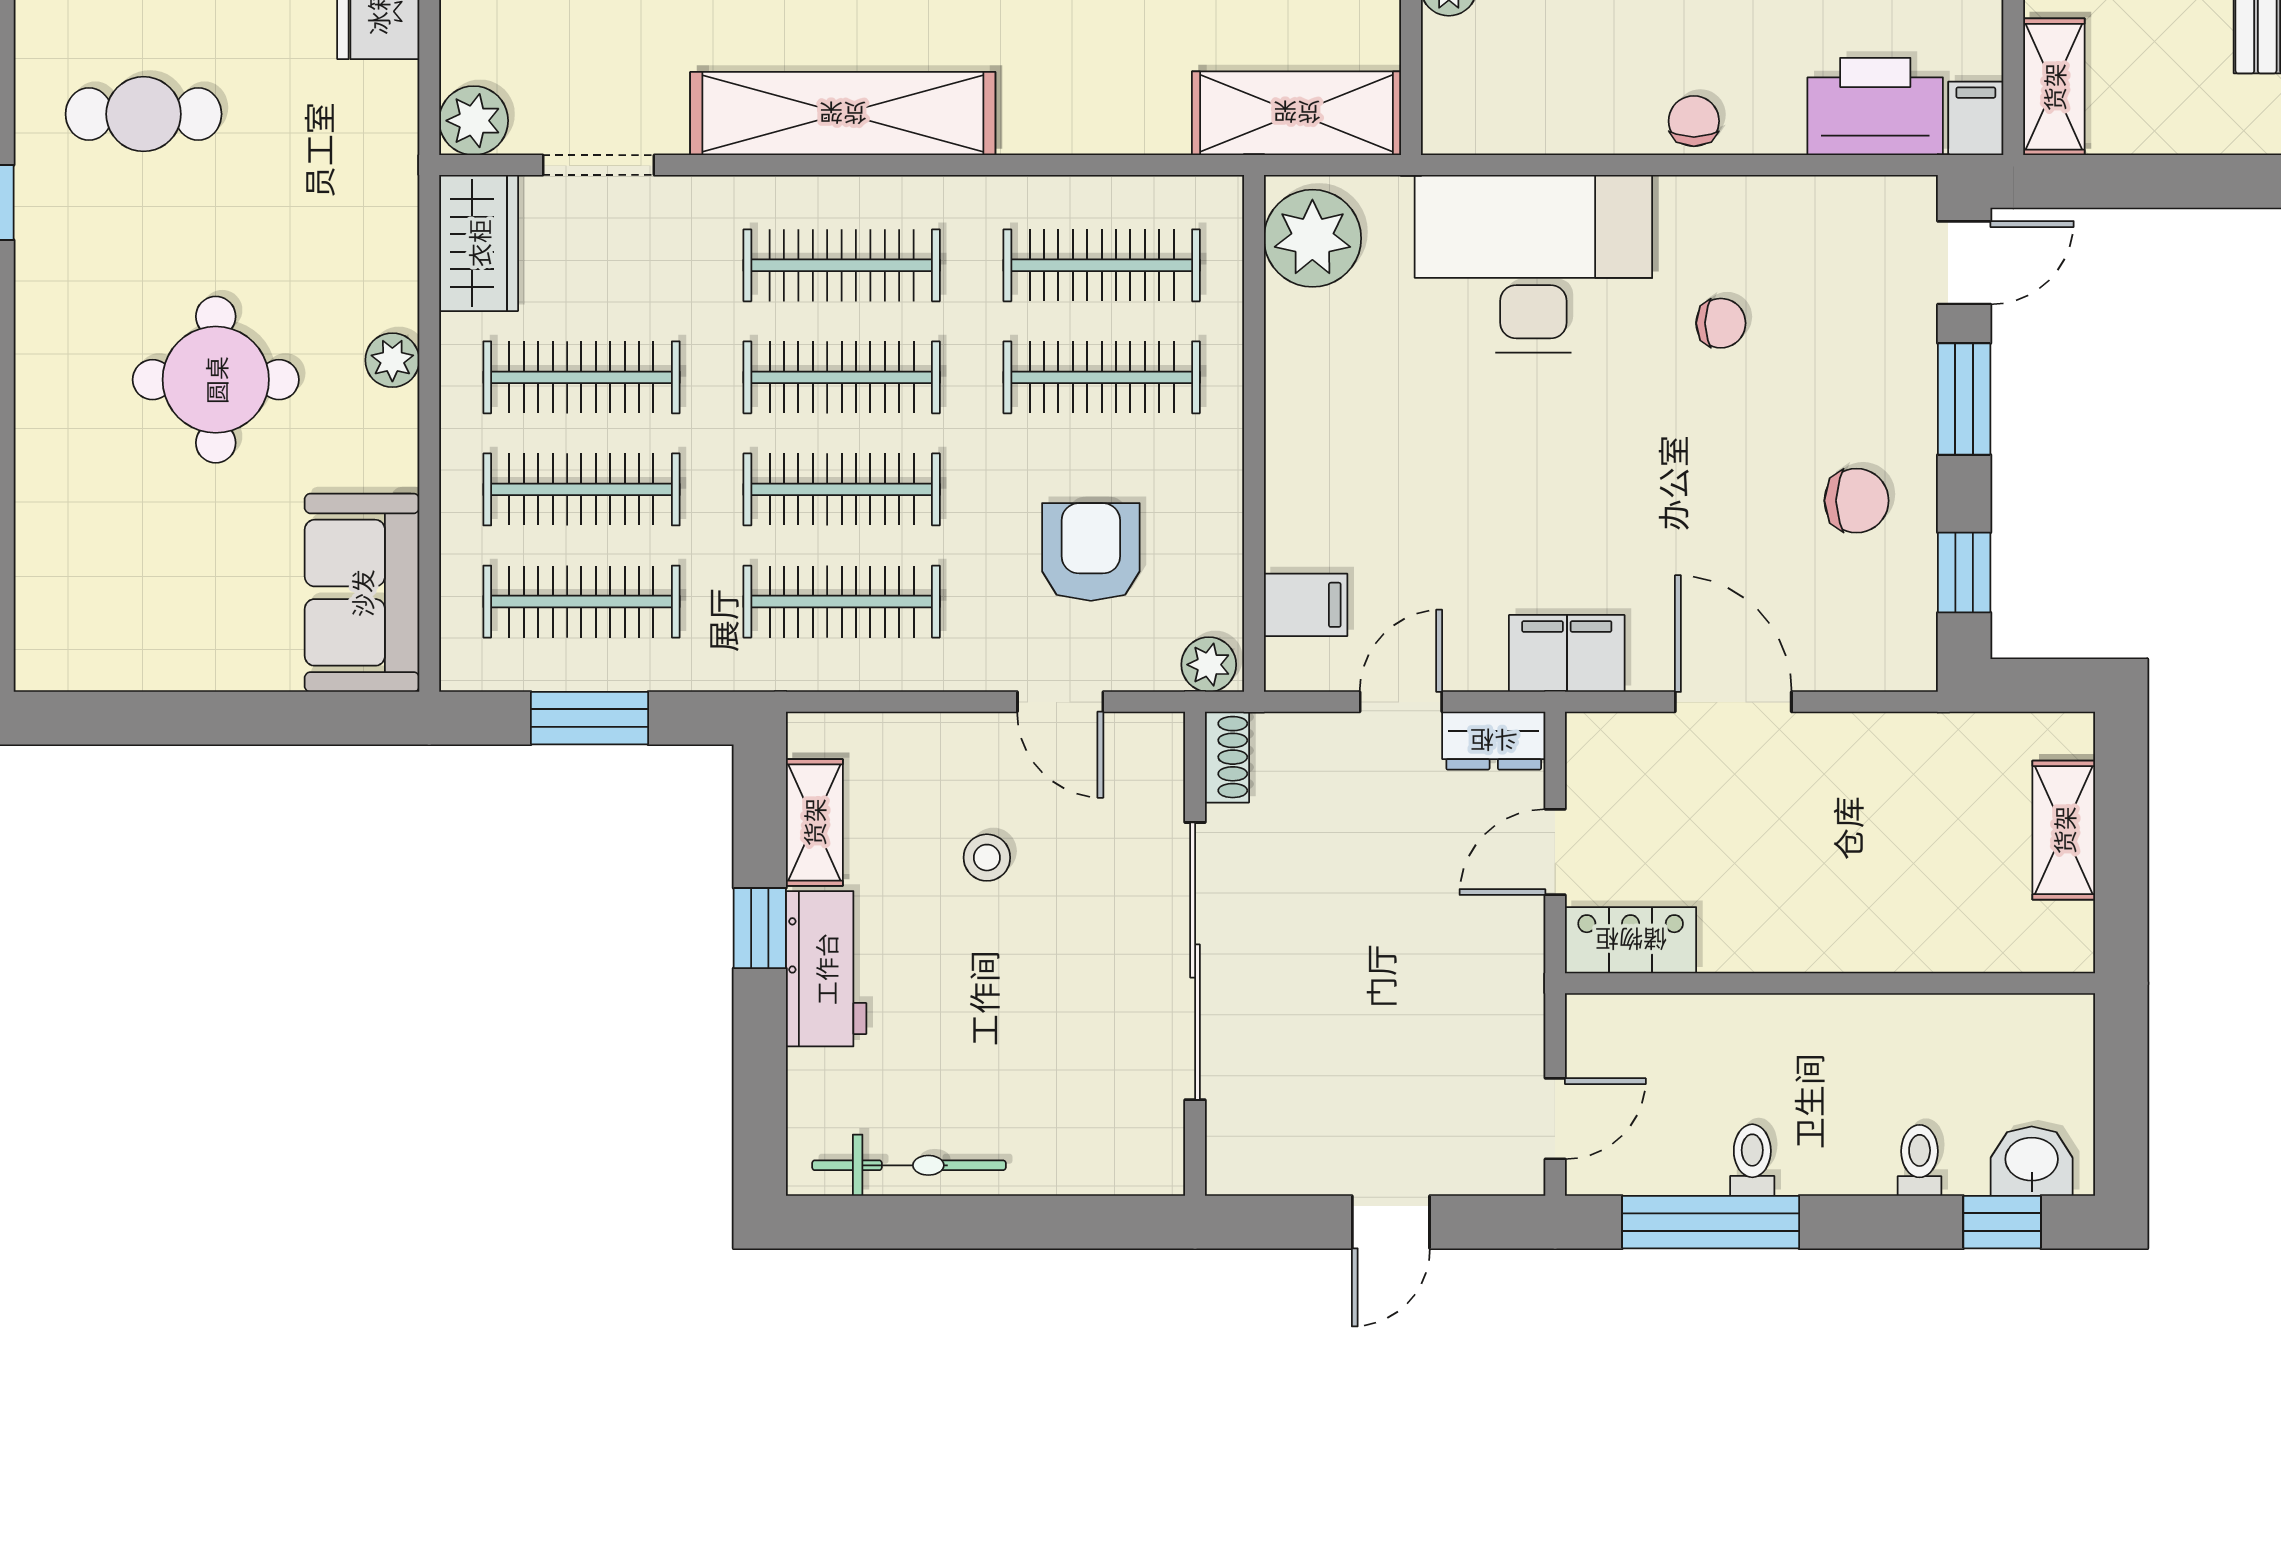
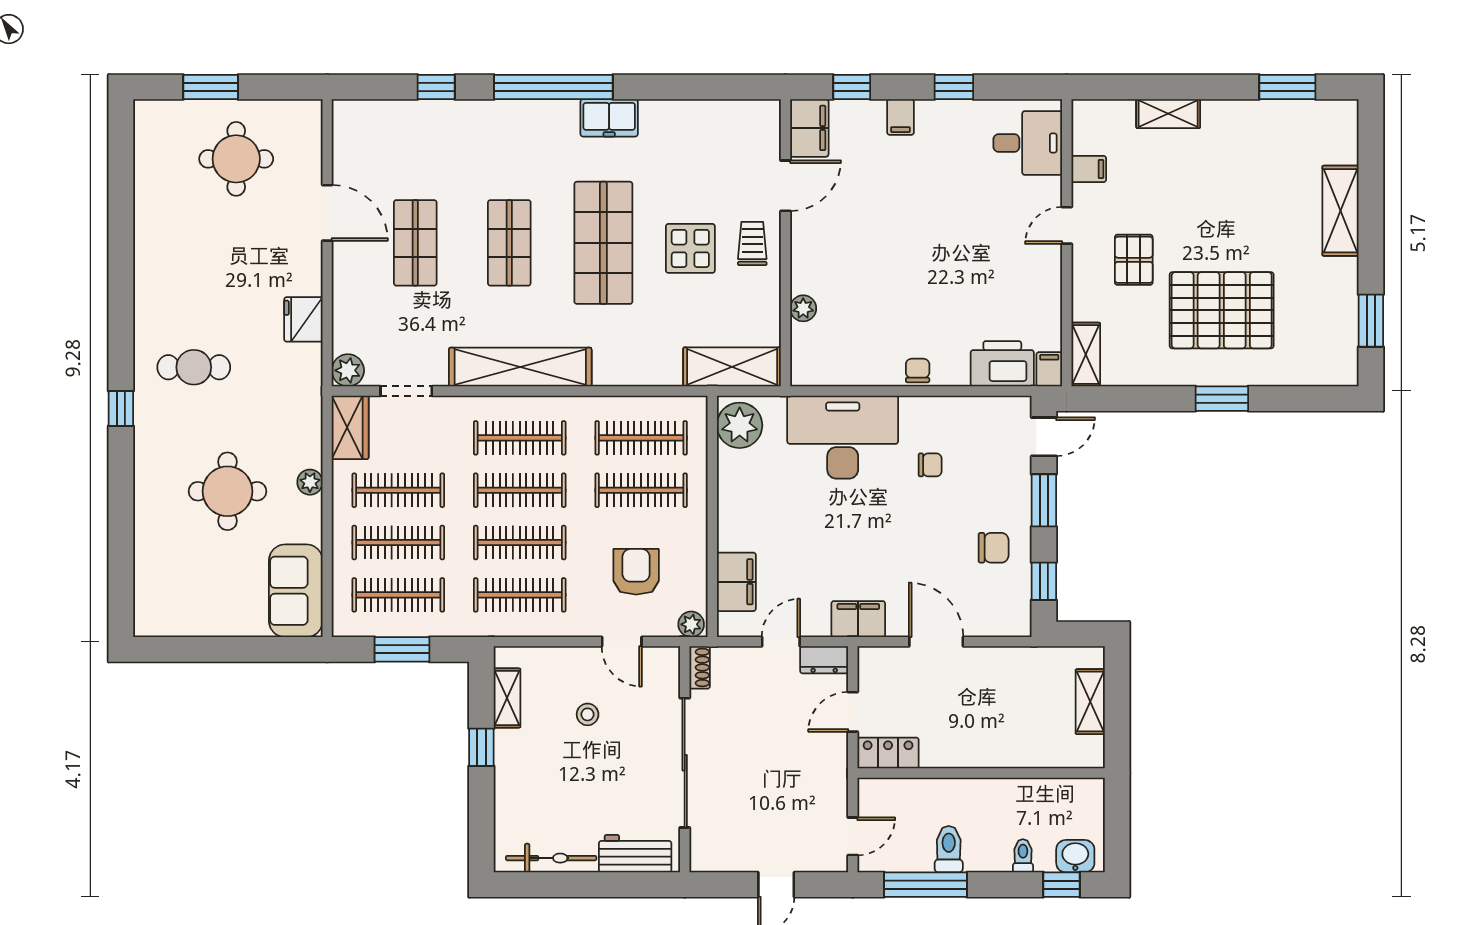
filing cabinet: (1306, 605) -> (736, 582), width x2.00
workbench: (826, 969) -> (635, 854), moved, turned -90
toilet: (1752, 1160) -> (949, 849), width x1.37, depth x1.39

